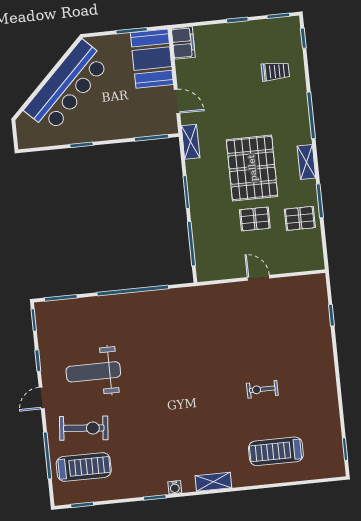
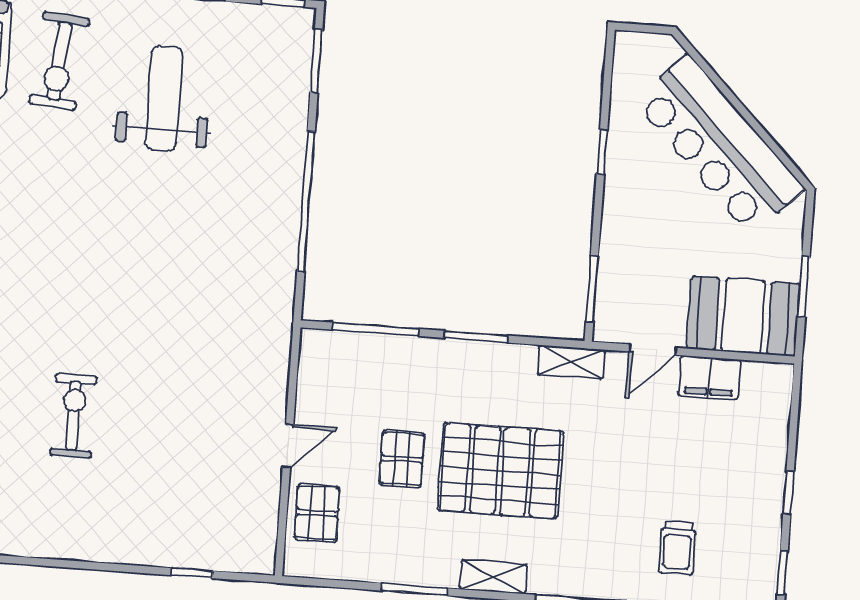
filing cabinet: (183, 43) -> (709, 378), moved
pallet: (300, 218) -> (317, 513), moved
exercise bike: (262, 389) -> (74, 416), width x1.38, depth x1.39

